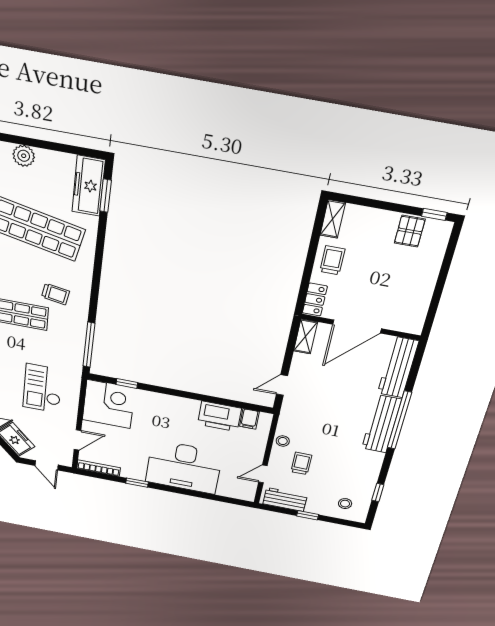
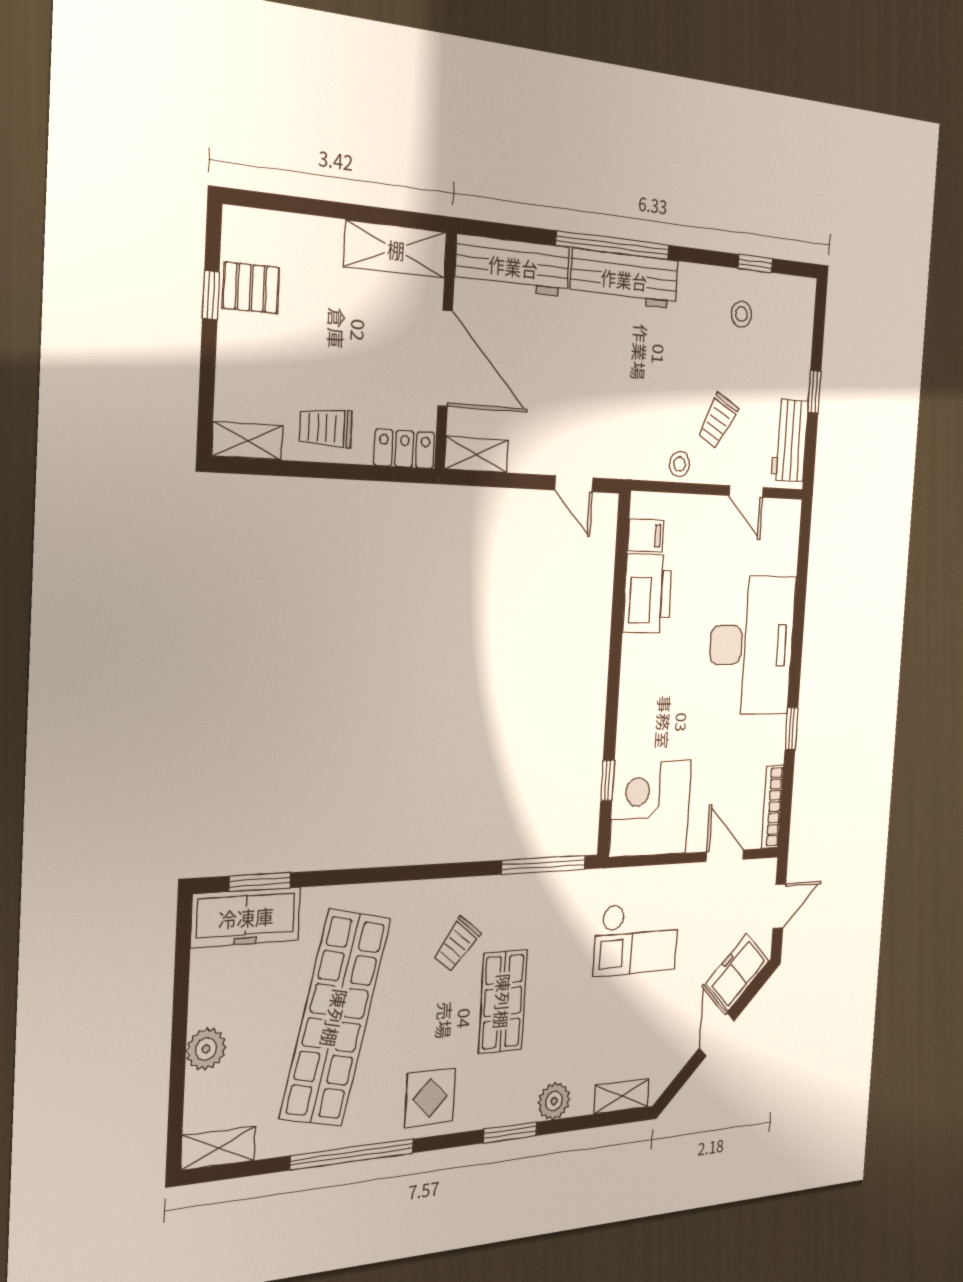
window: (434, 214) -> (211, 295), moved
trolley: (56, 294) -> (457, 944), turned -152
shelving: (417, 308) -> (396, 249), added
trolley: (301, 463) -> (718, 421), turned -62
stool: (345, 504) -> (742, 314), moved

